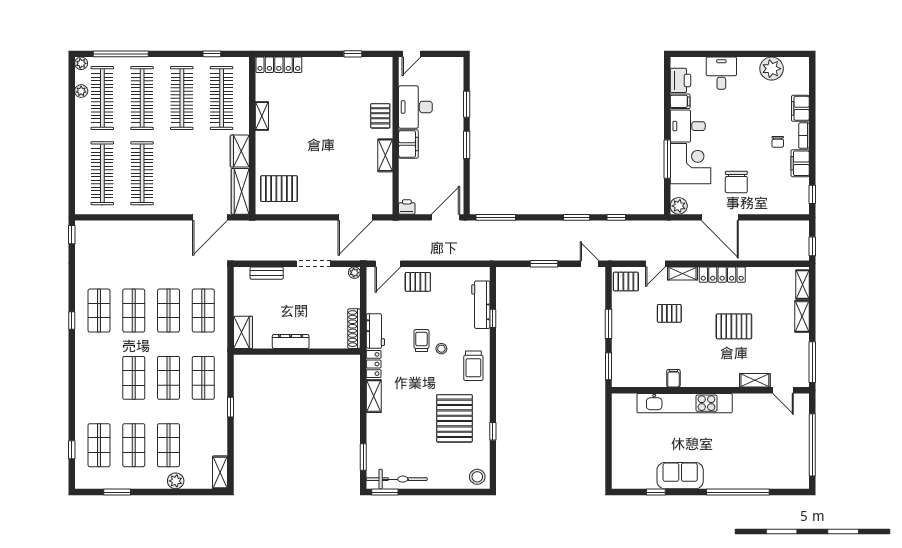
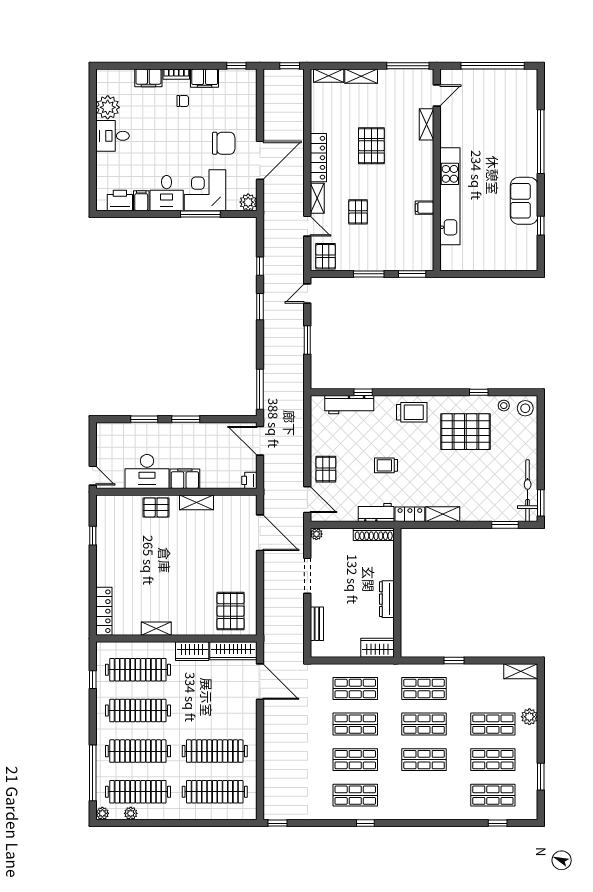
desk: (721, 73) -> (112, 136), moved
stool: (441, 349) -> (504, 406), moved

